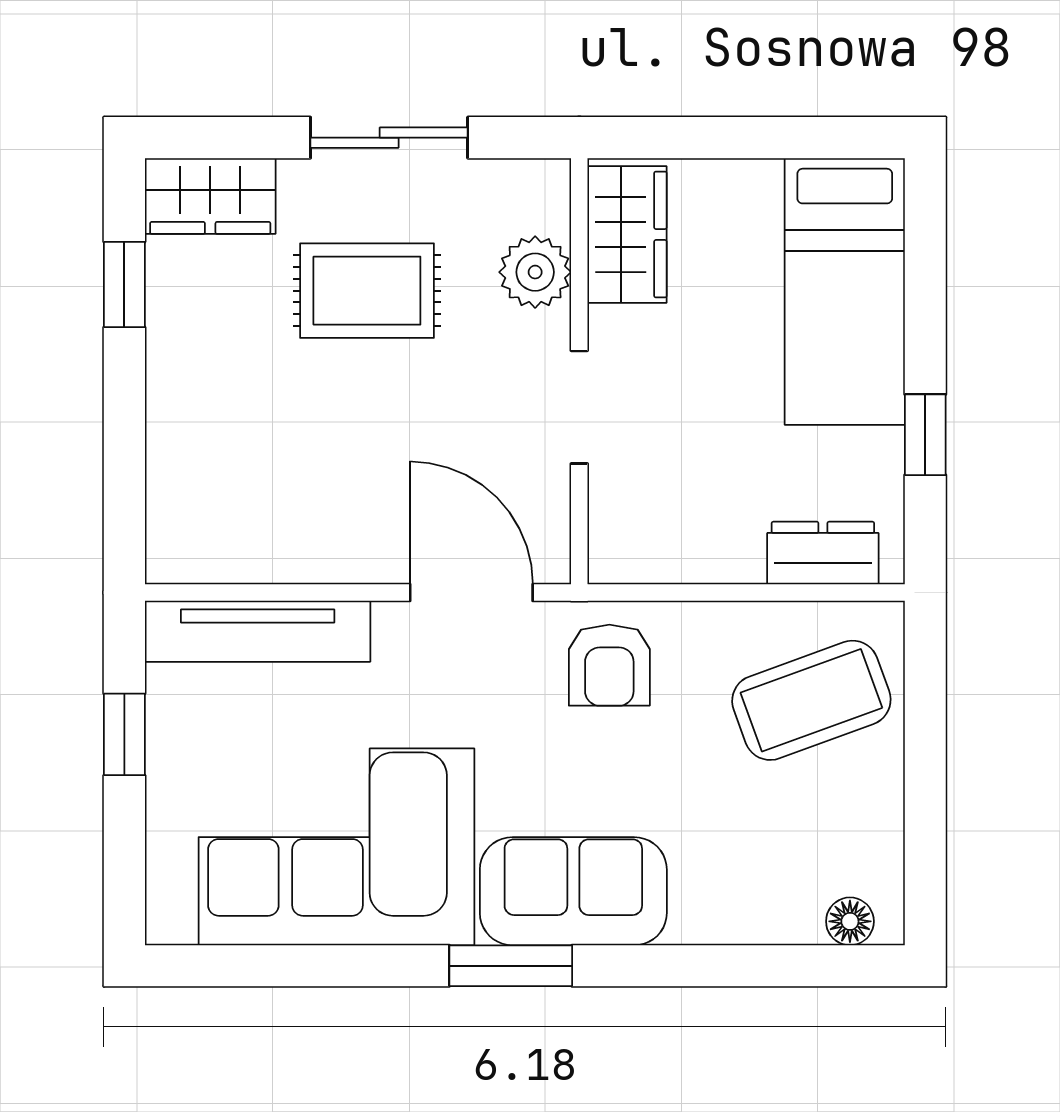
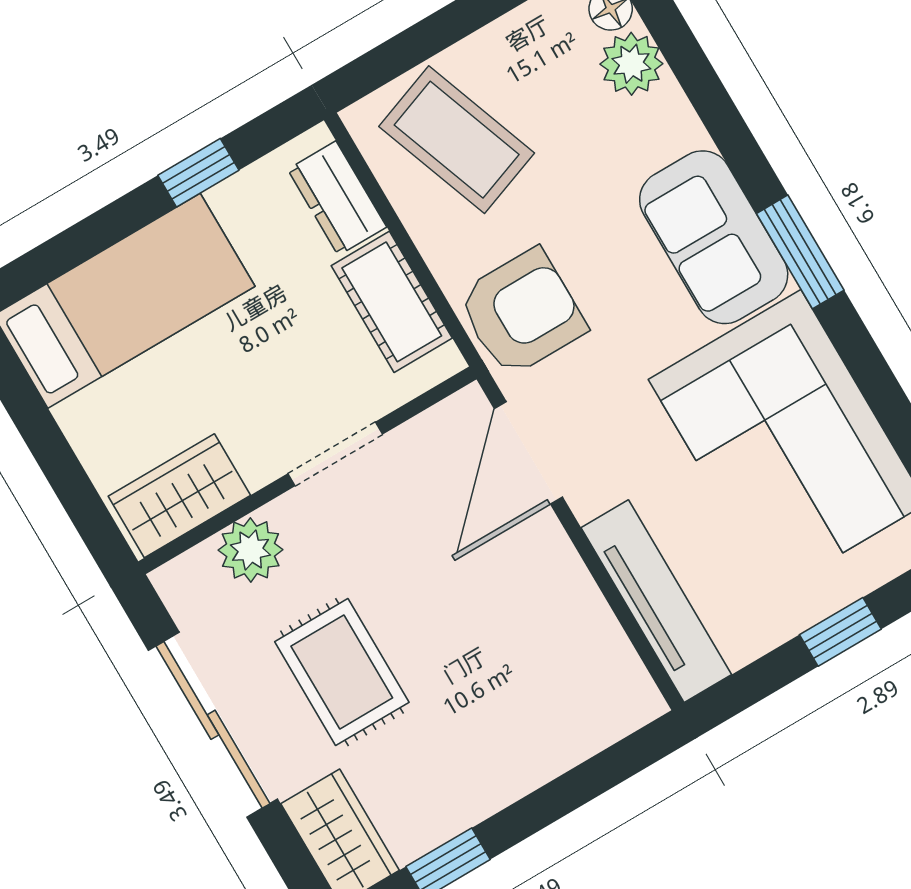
sliding door: (389, 138) -> (213, 725), width x1.37
cot: (693, 547) -> (392, 302), added
armchair: (609, 665) -> (522, 313), width x1.38, depth x1.38
window: (124, 734) -> (840, 632), moved
plant: (786, 910) -> (631, 64), added

